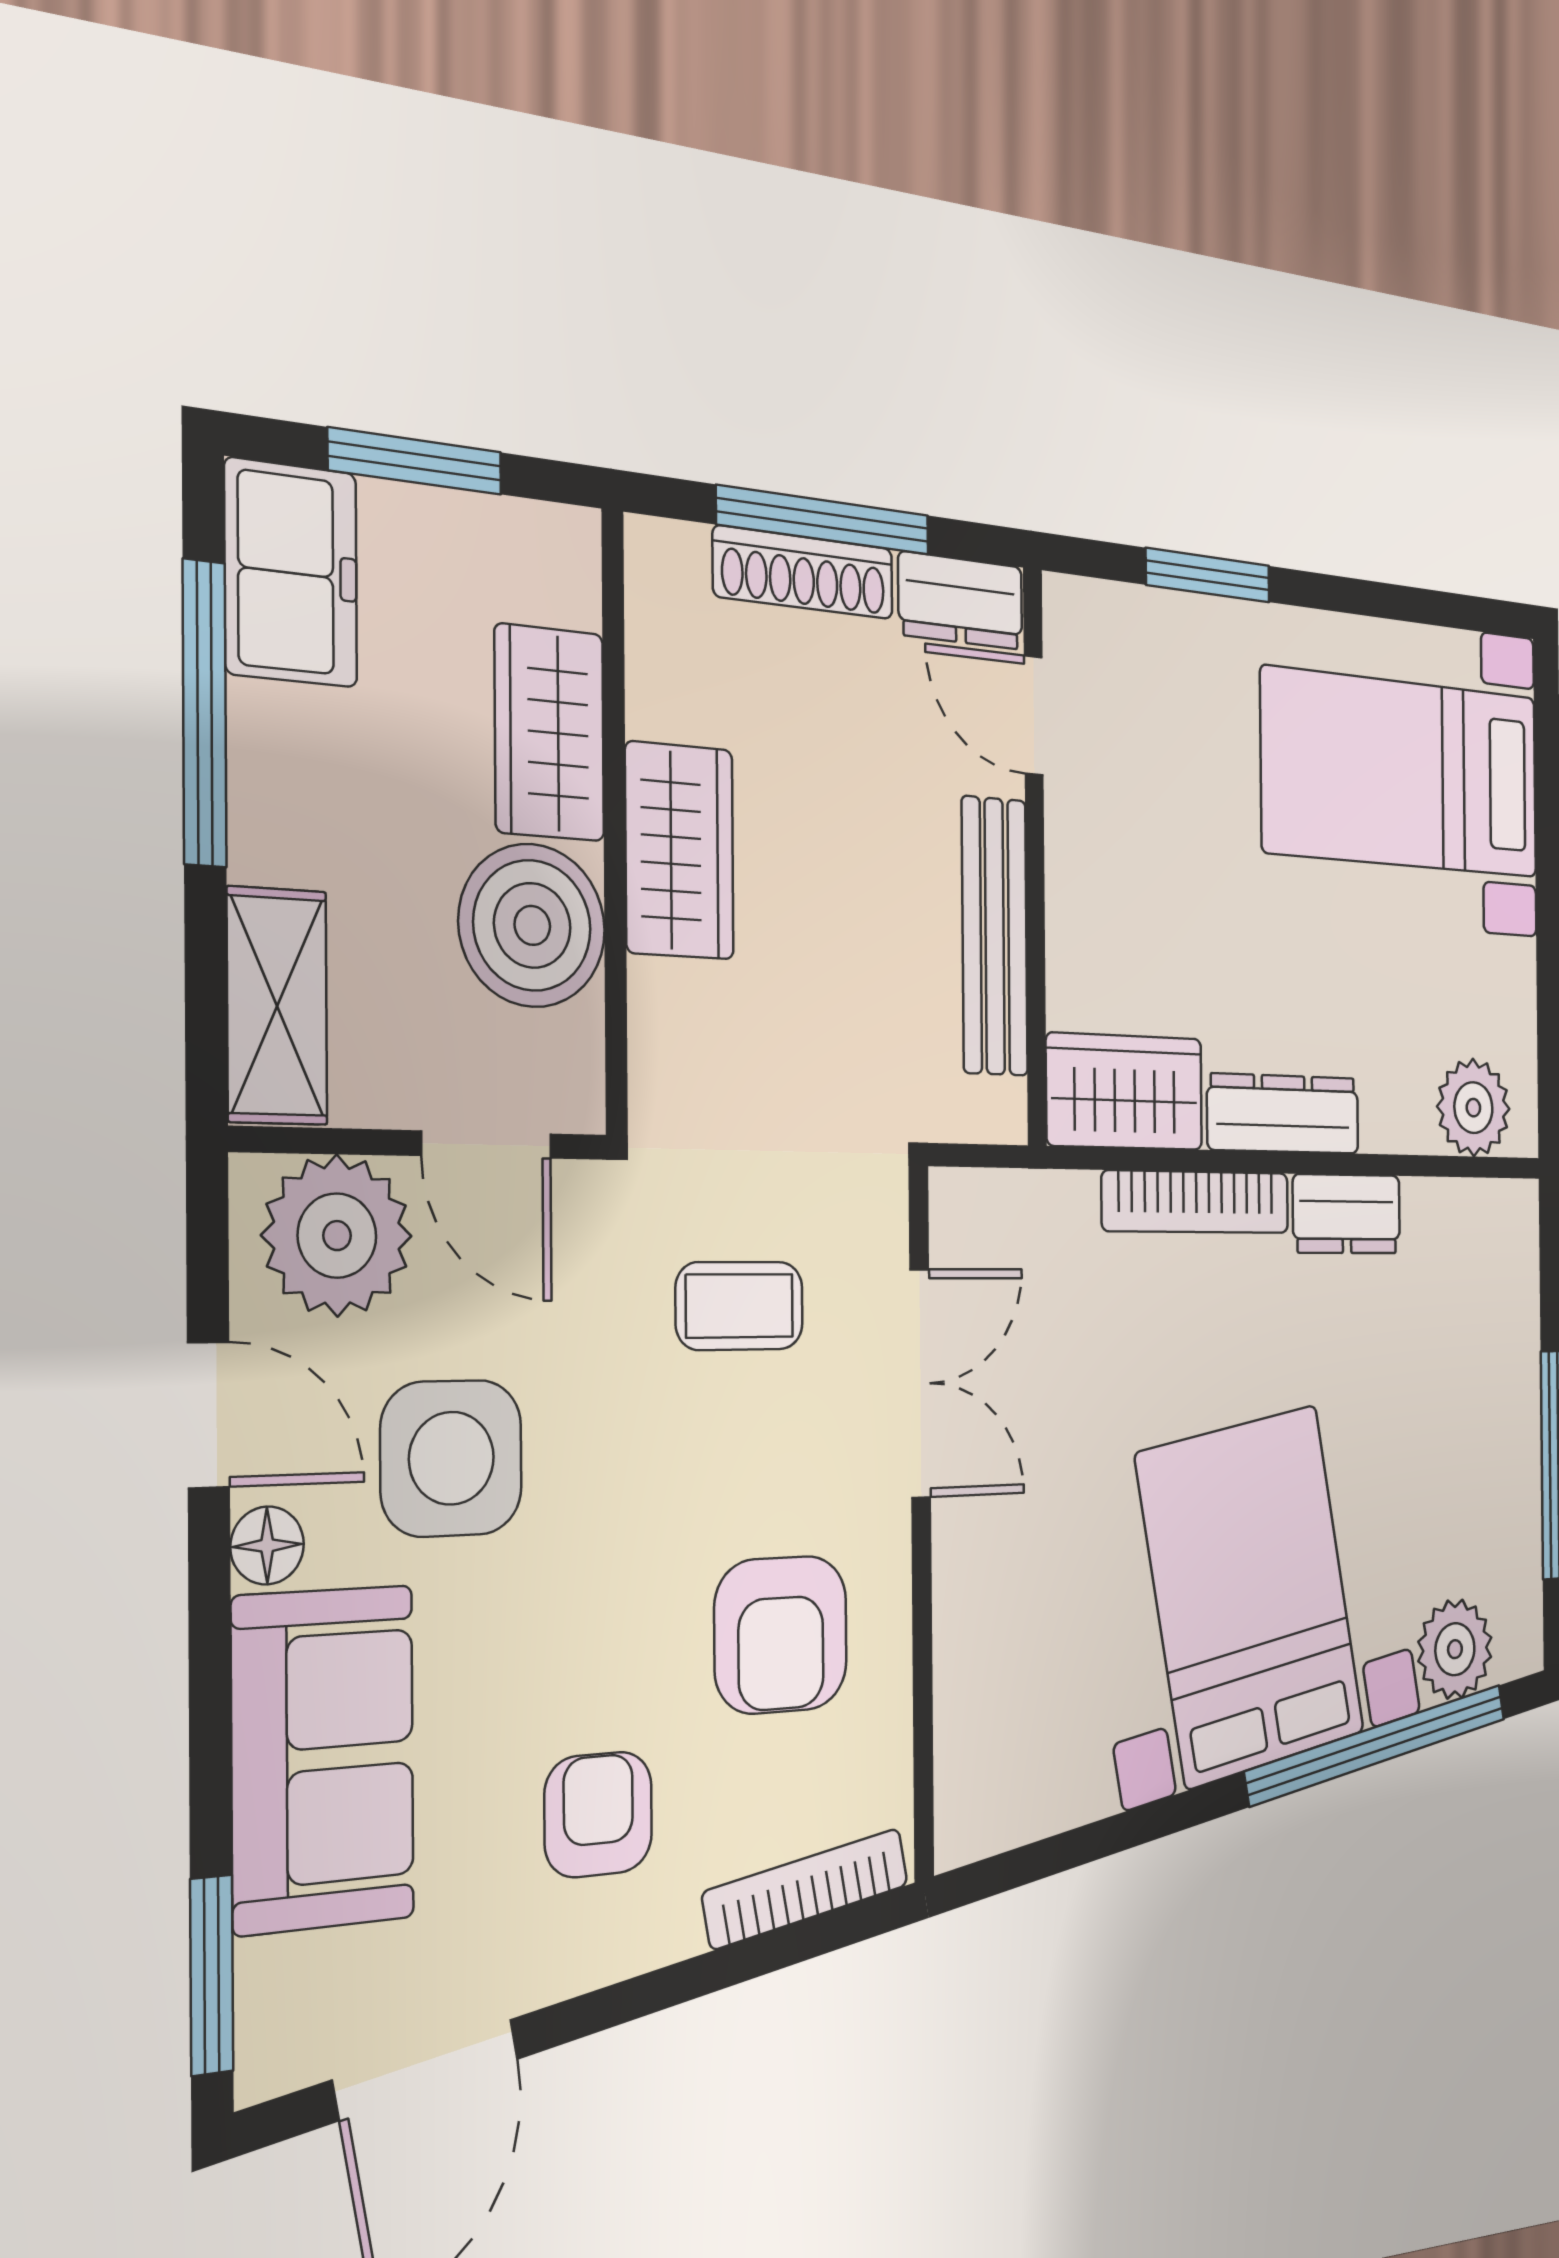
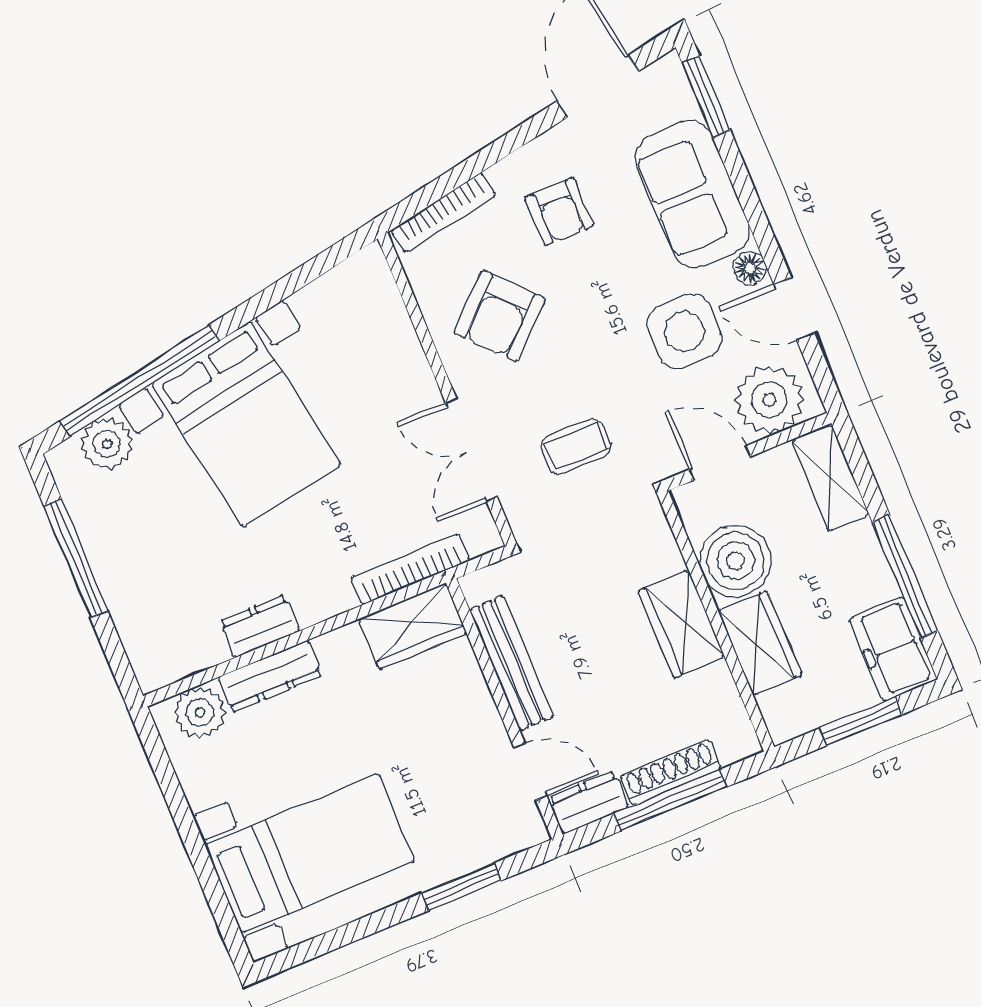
dresser: (1283, 1114) -> (270, 676), moved
bookcase: (1196, 1202) -> (410, 569), moved
armchair: (781, 1635) -> (500, 316), turned -133

